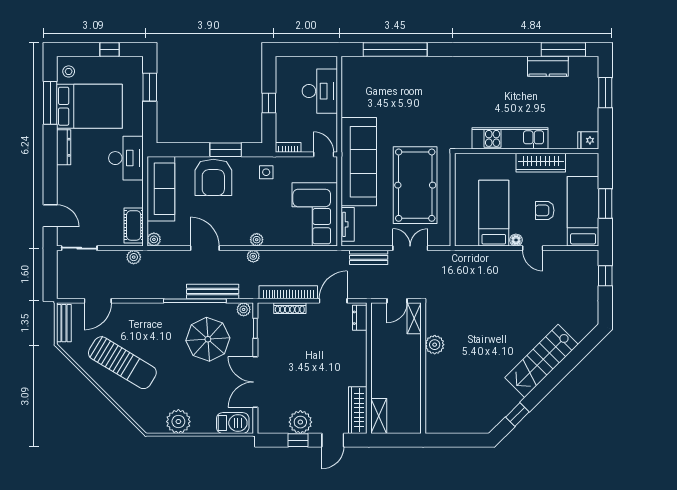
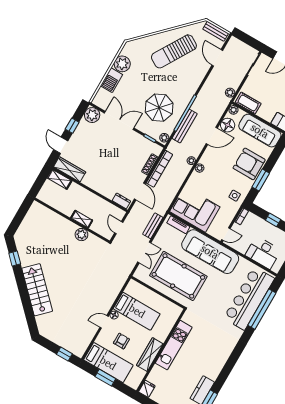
bar counter: (391, 75) -> (249, 298), added
floor lamp: (178, 236) -> (228, 125), added
shelving: (414, 318) -> (82, 219), moved
plant: (300, 422) -> (92, 115), moved
barbecue: (233, 423) -> (112, 80), moved

